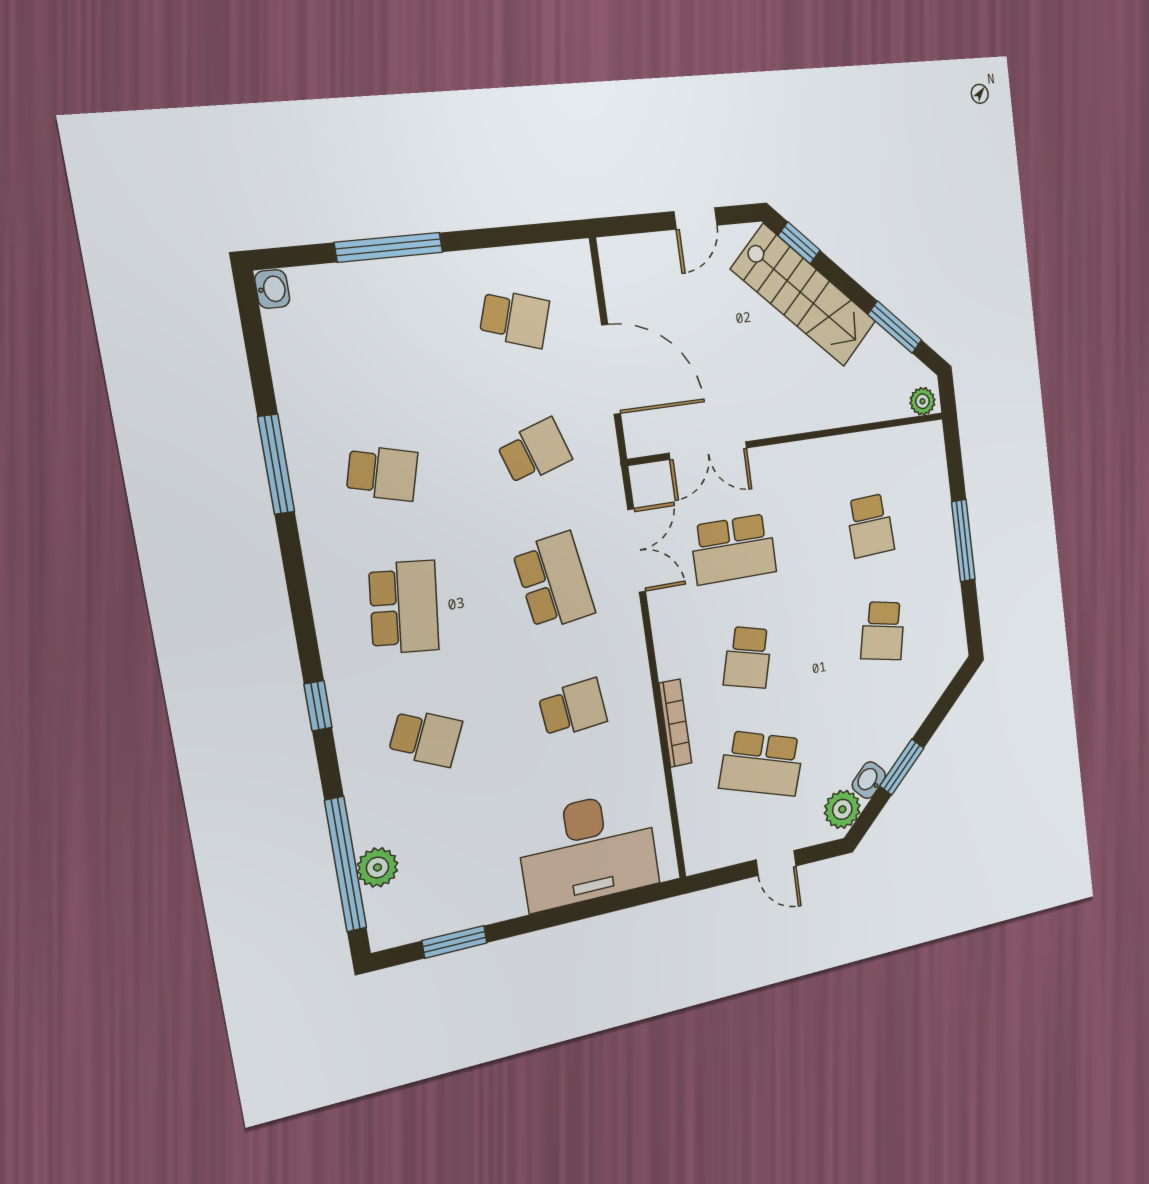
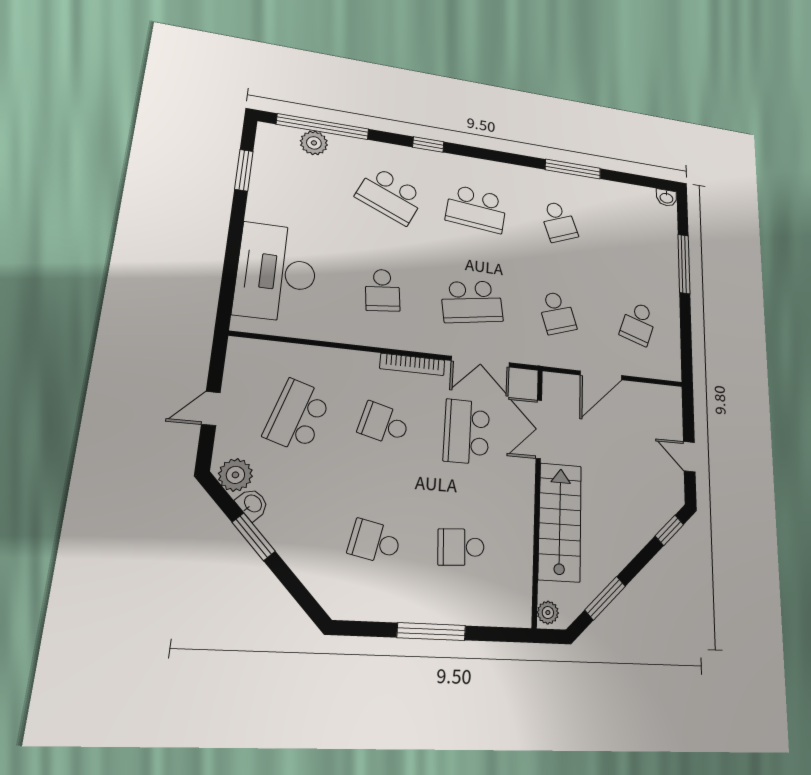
stairs: (804, 295) -> (560, 522), moved, turned 135
door: (611, 369) -> (601, 375), width x0.73
school desk: (382, 473) -> (559, 222), turned -36
bookcase: (675, 723) -> (412, 364), moved
school desk: (425, 738) -> (390, 196), width x1.85

